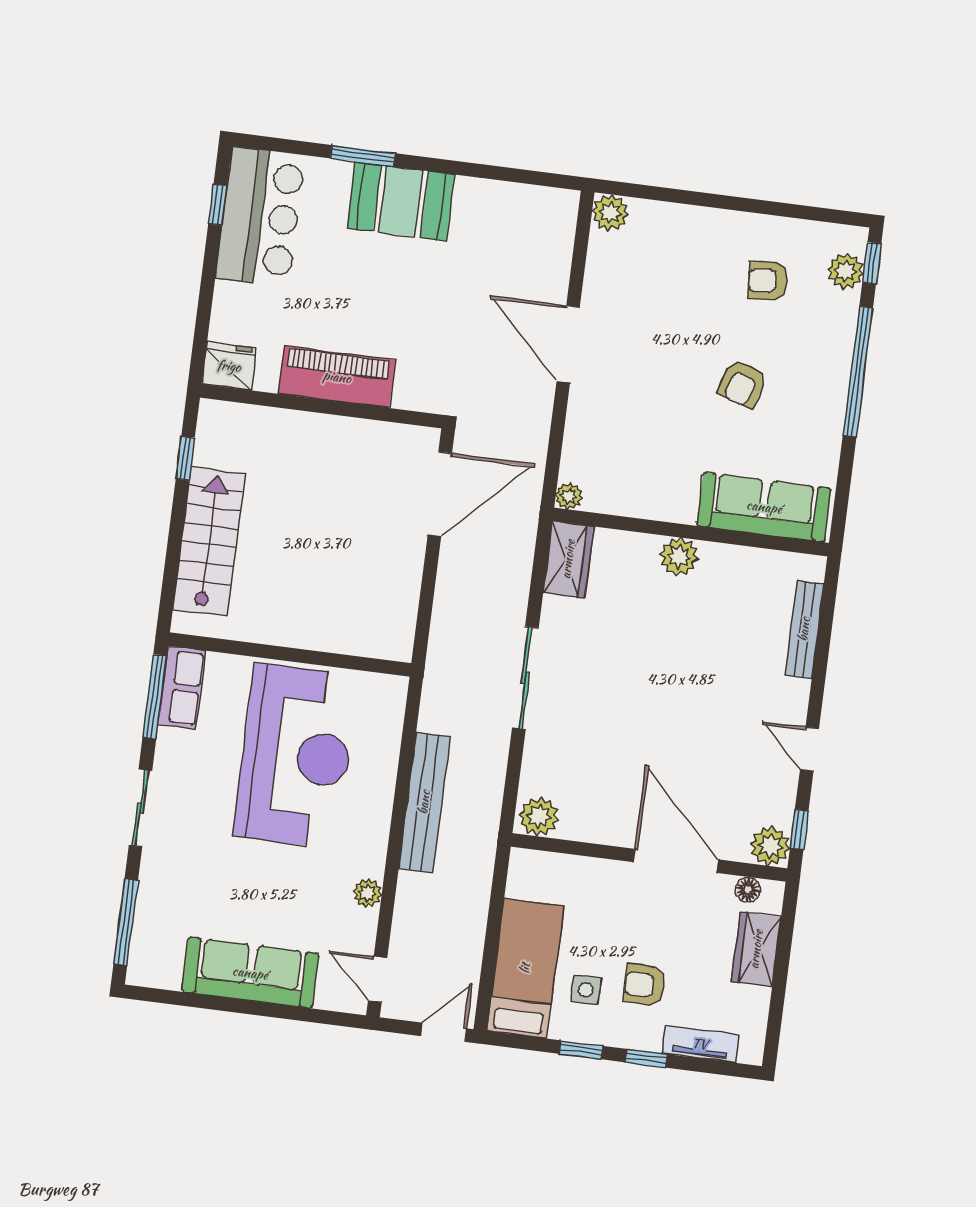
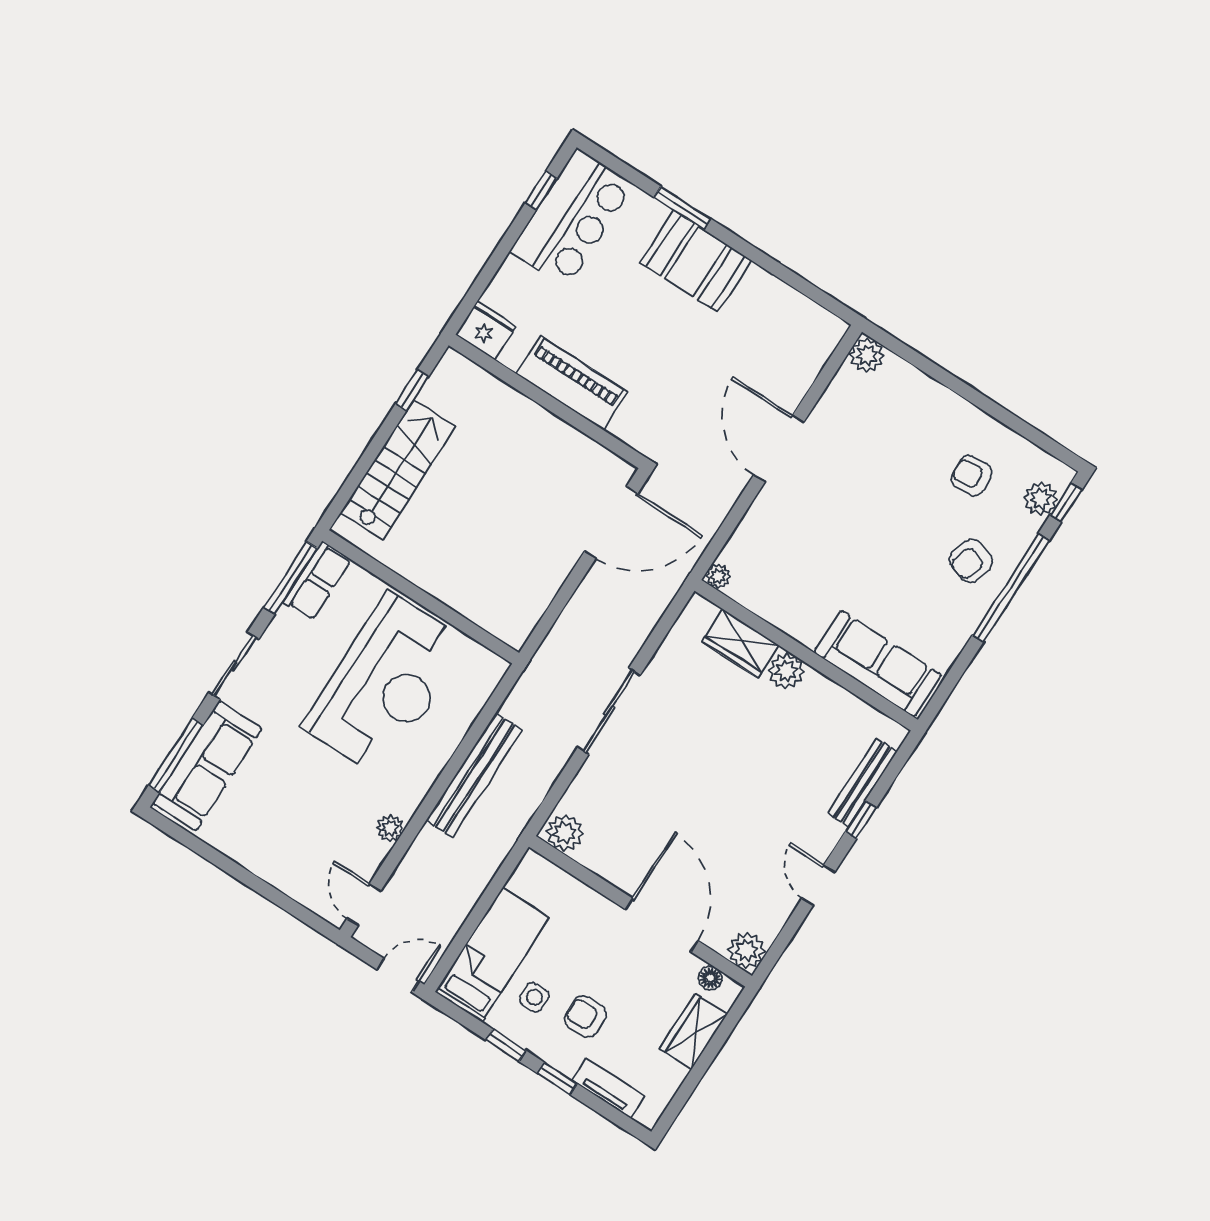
armchair: (743, 384) -> (971, 561), moved
wardrobe: (568, 559) -> (740, 643), moved, turned 90
window: (799, 829) -> (861, 820), moved
sofa: (250, 973) -> (207, 766), moved, turned 90

